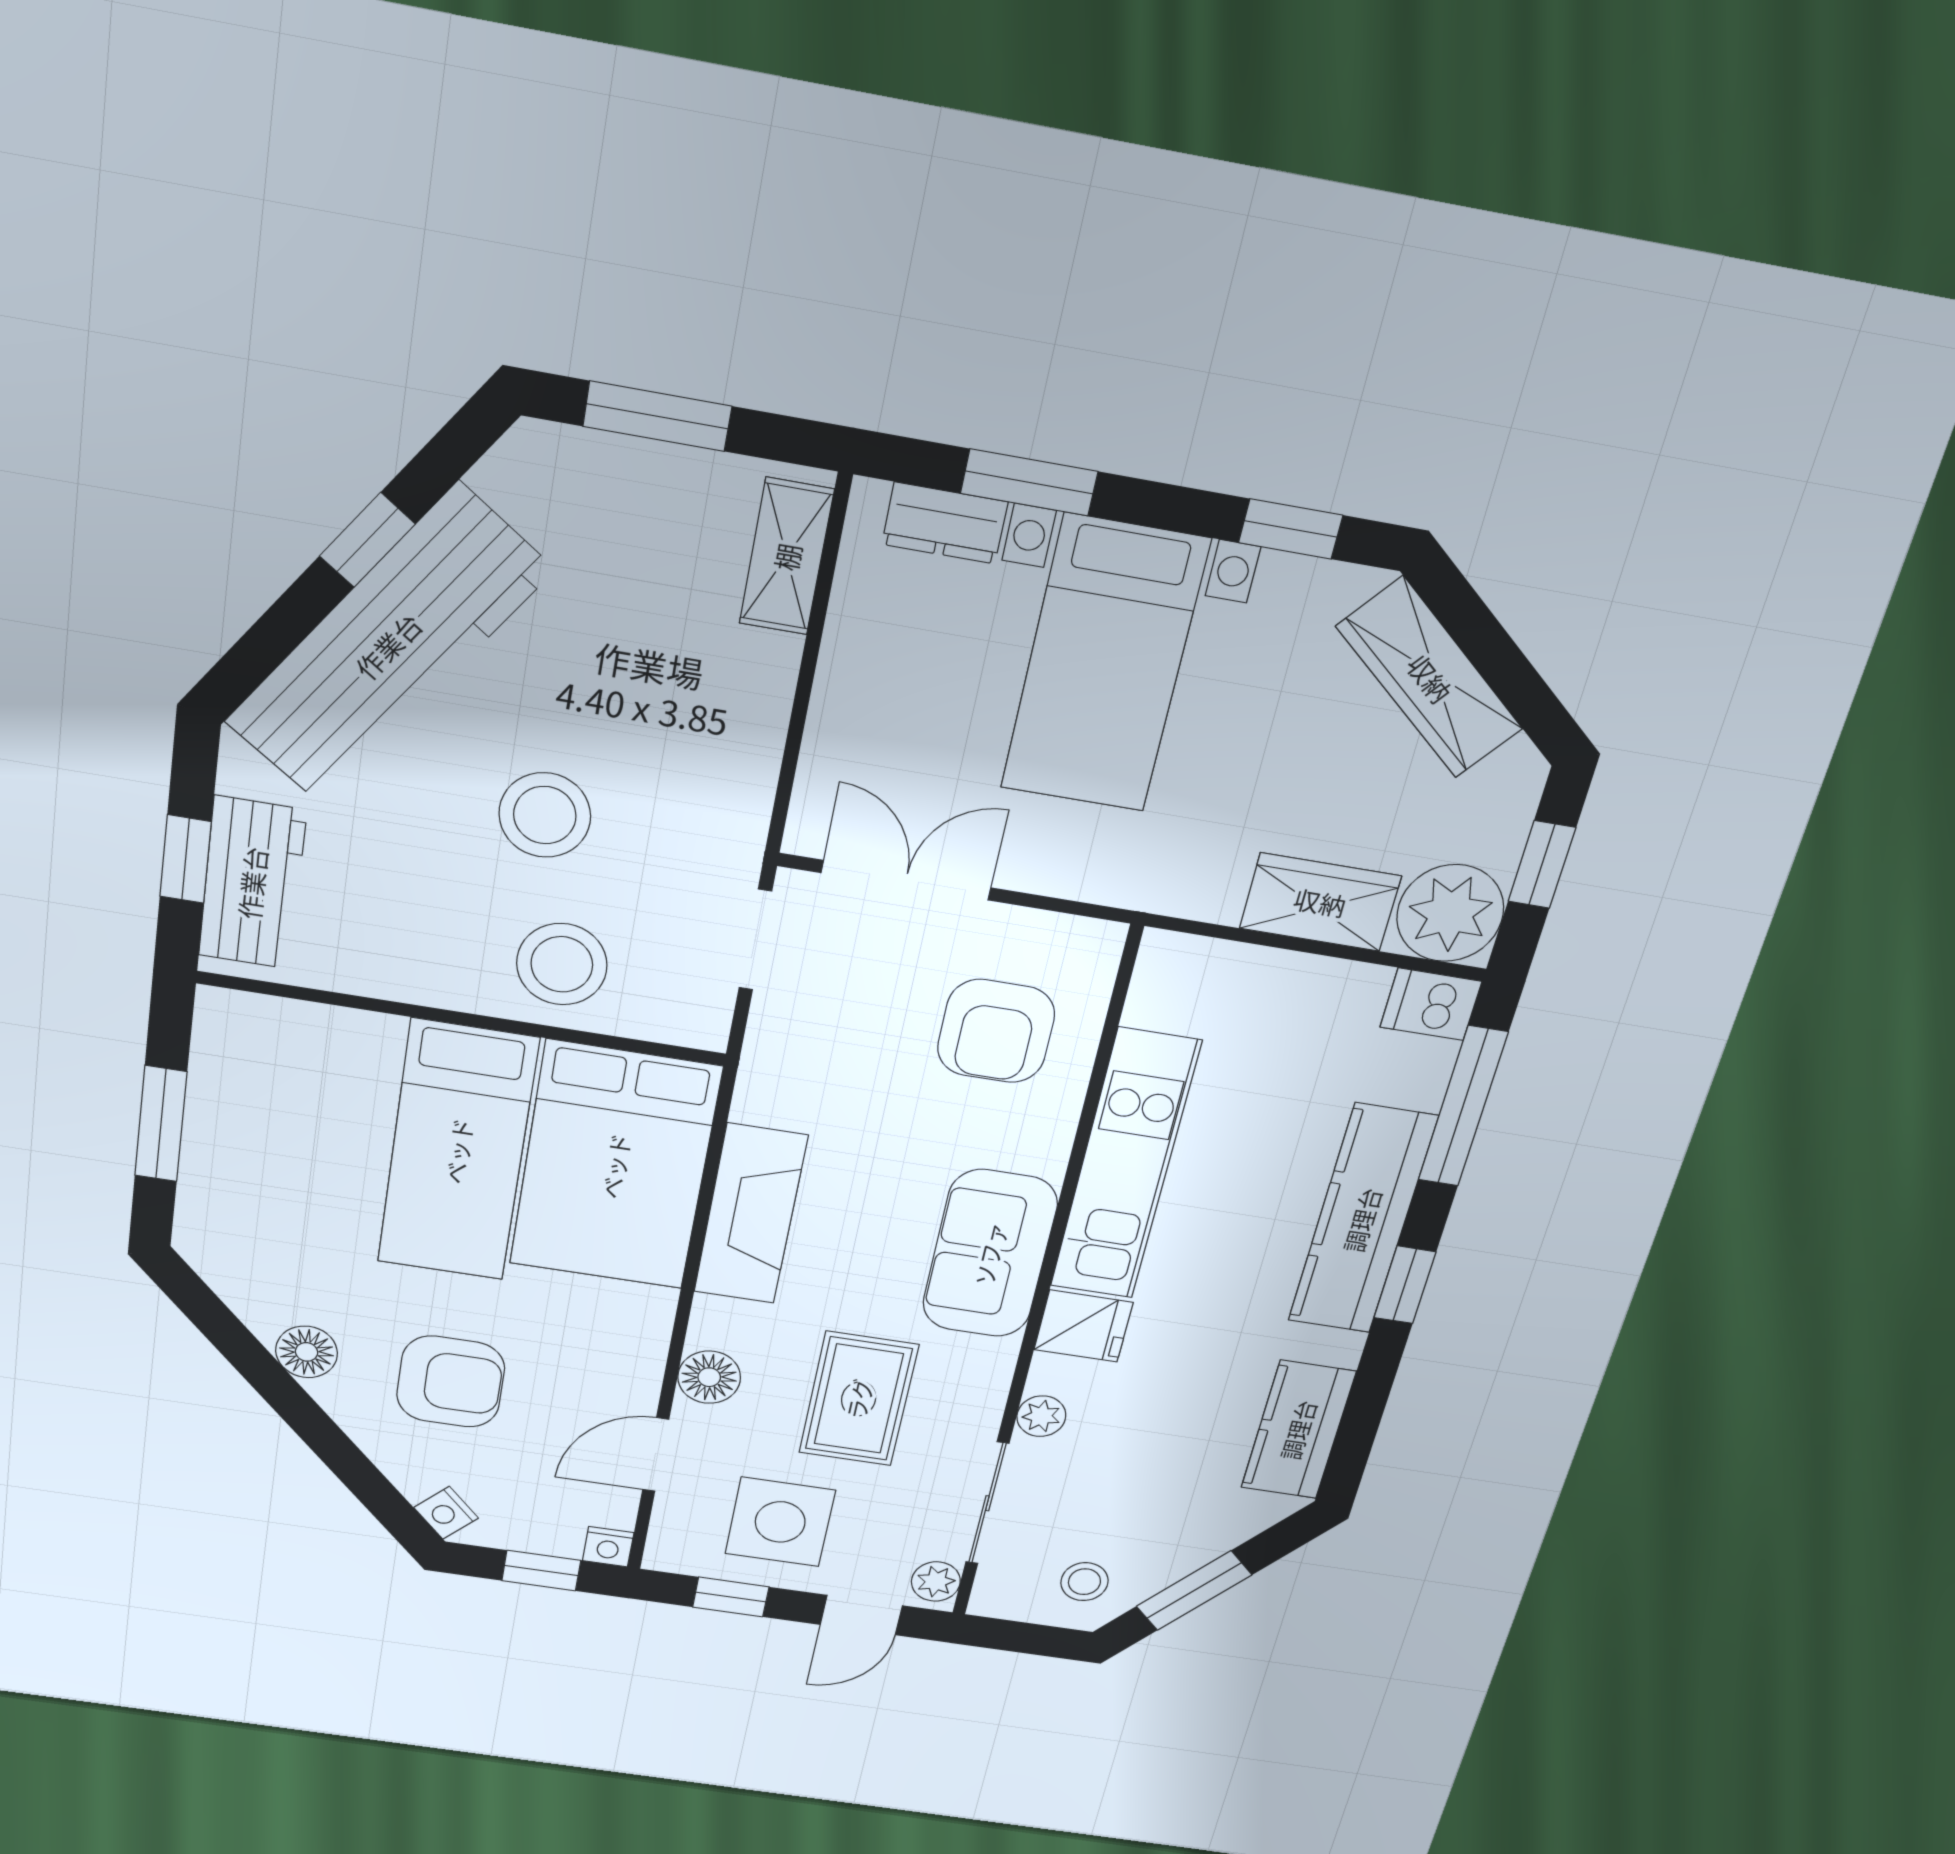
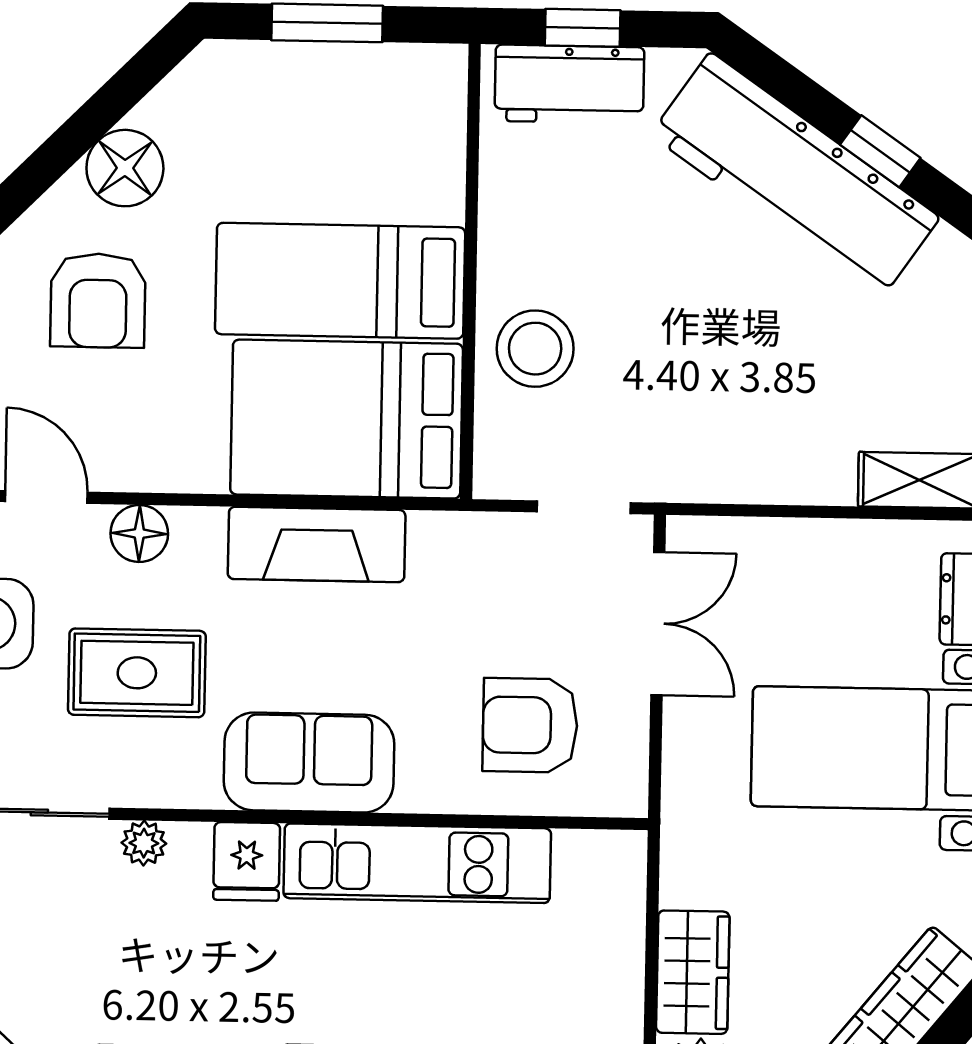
stool: (545, 815) -> (669, 318), removed
floor lamp: (307, 1352) -> (125, 168), width x1.38, depth x1.38

